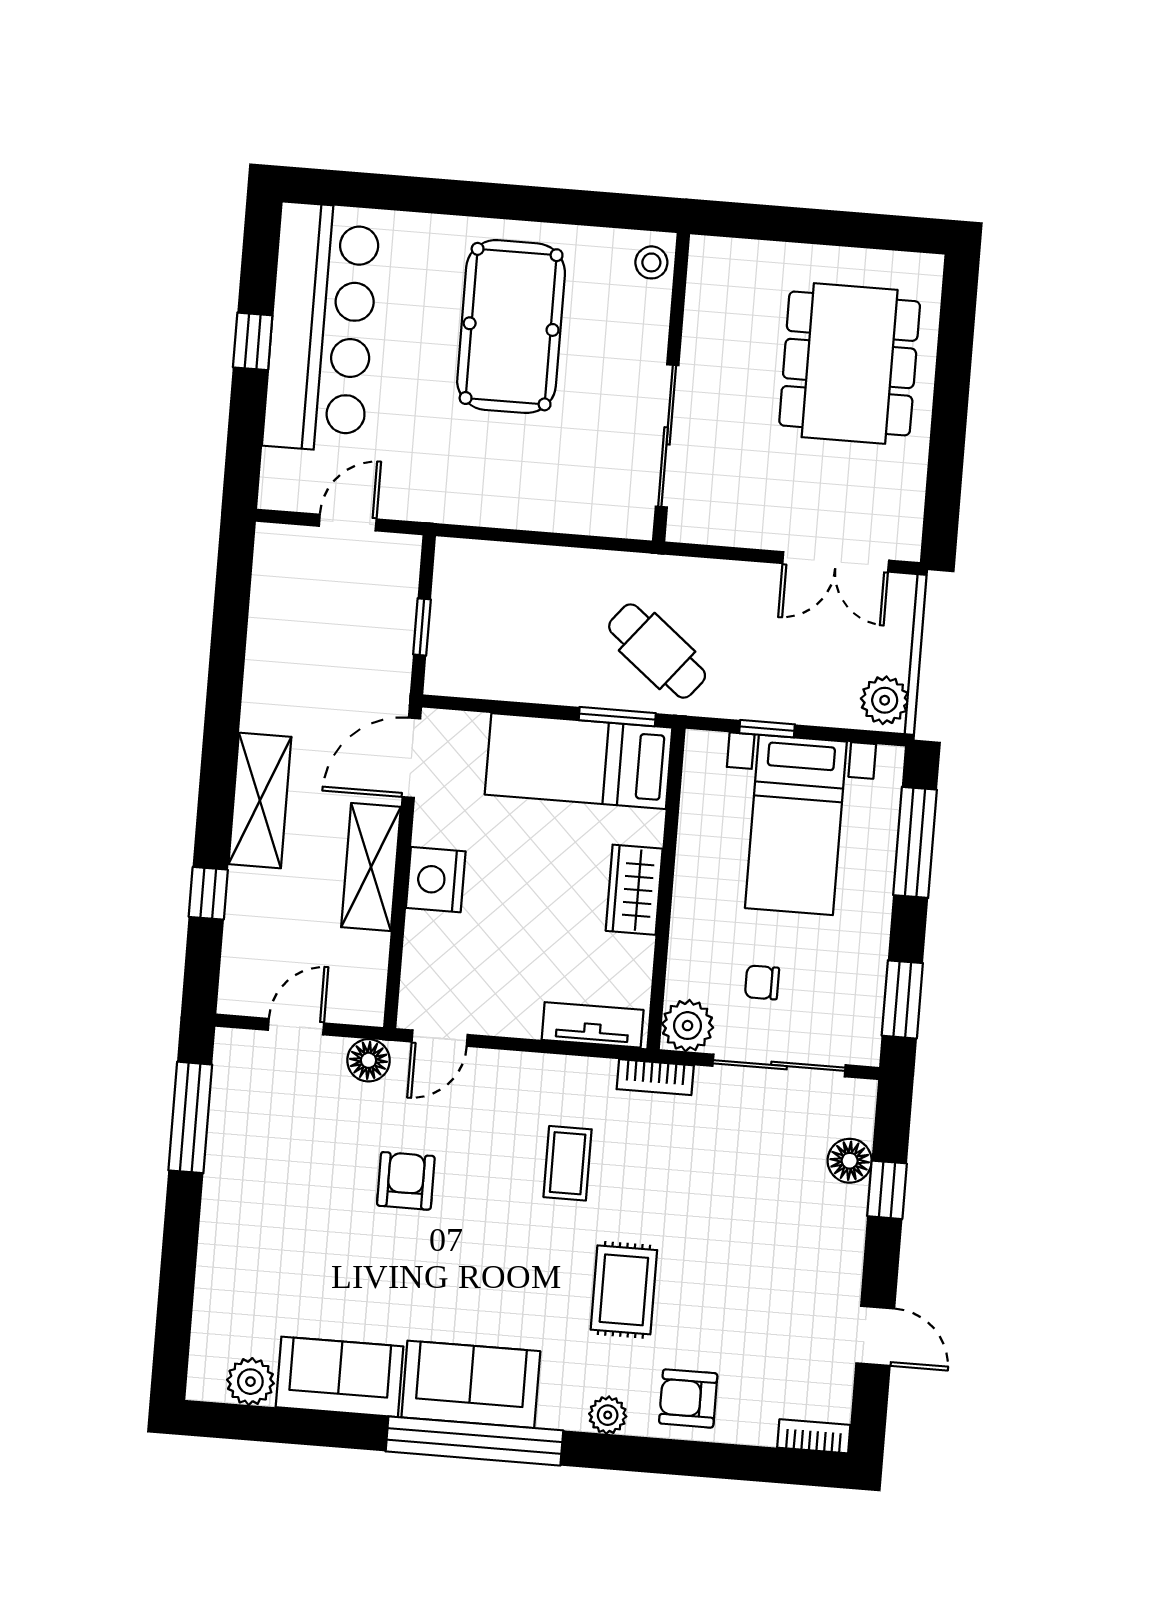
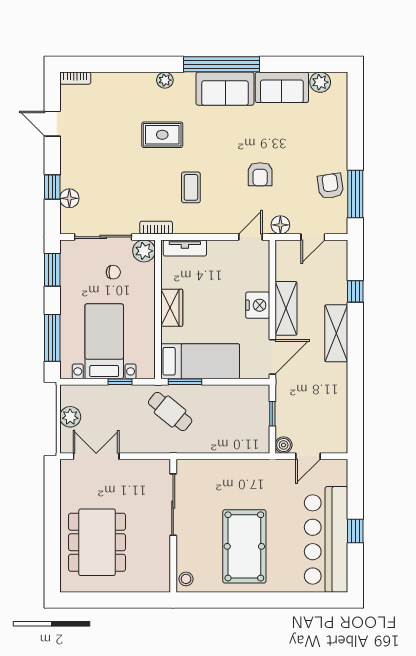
boiler: (402, 553) -> (284, 445), added
plant: (885, 700) -> (70, 417), moved
rug: (624, 1290) -> (162, 135), turned 90
armchair: (688, 1398) -> (330, 186), moved, turned -98

